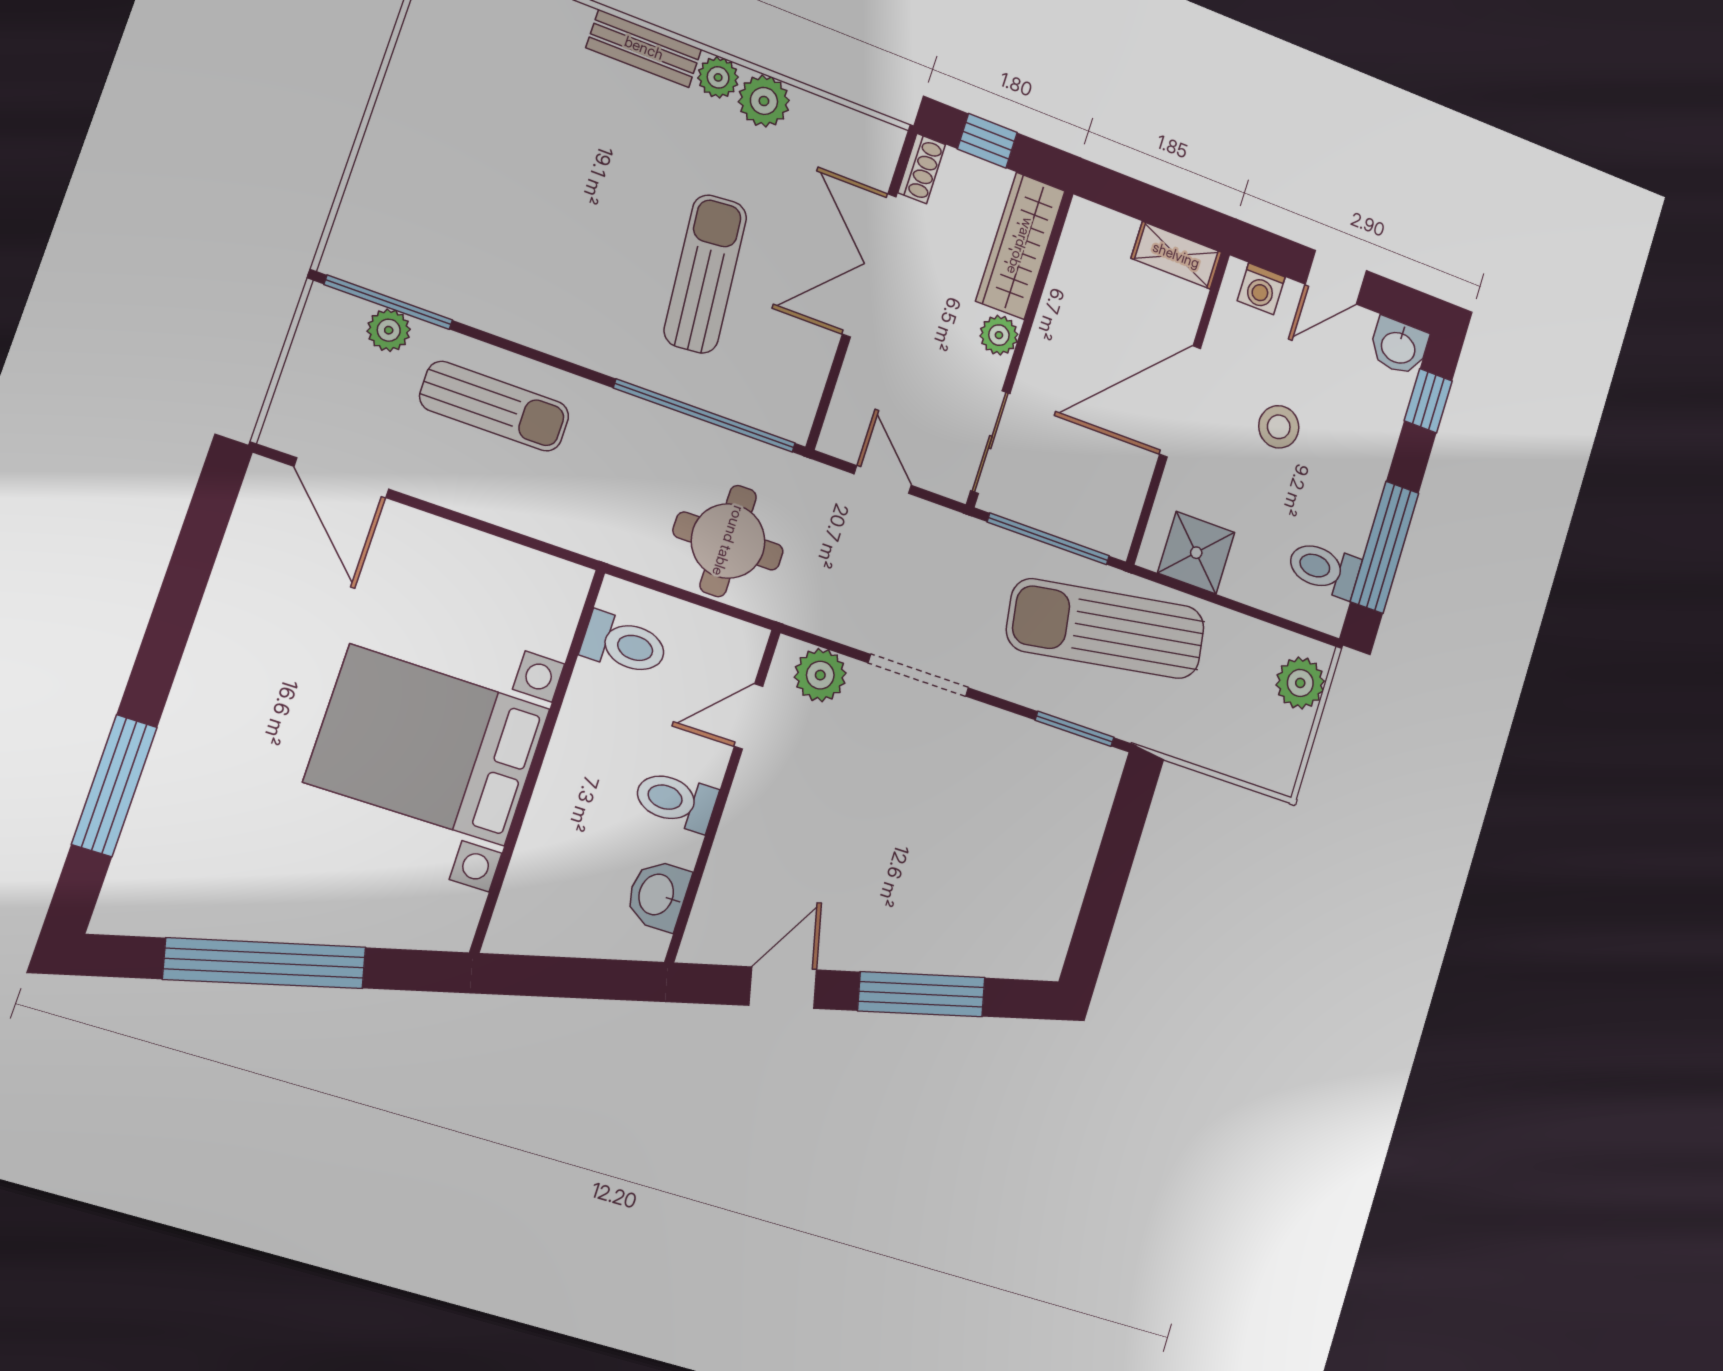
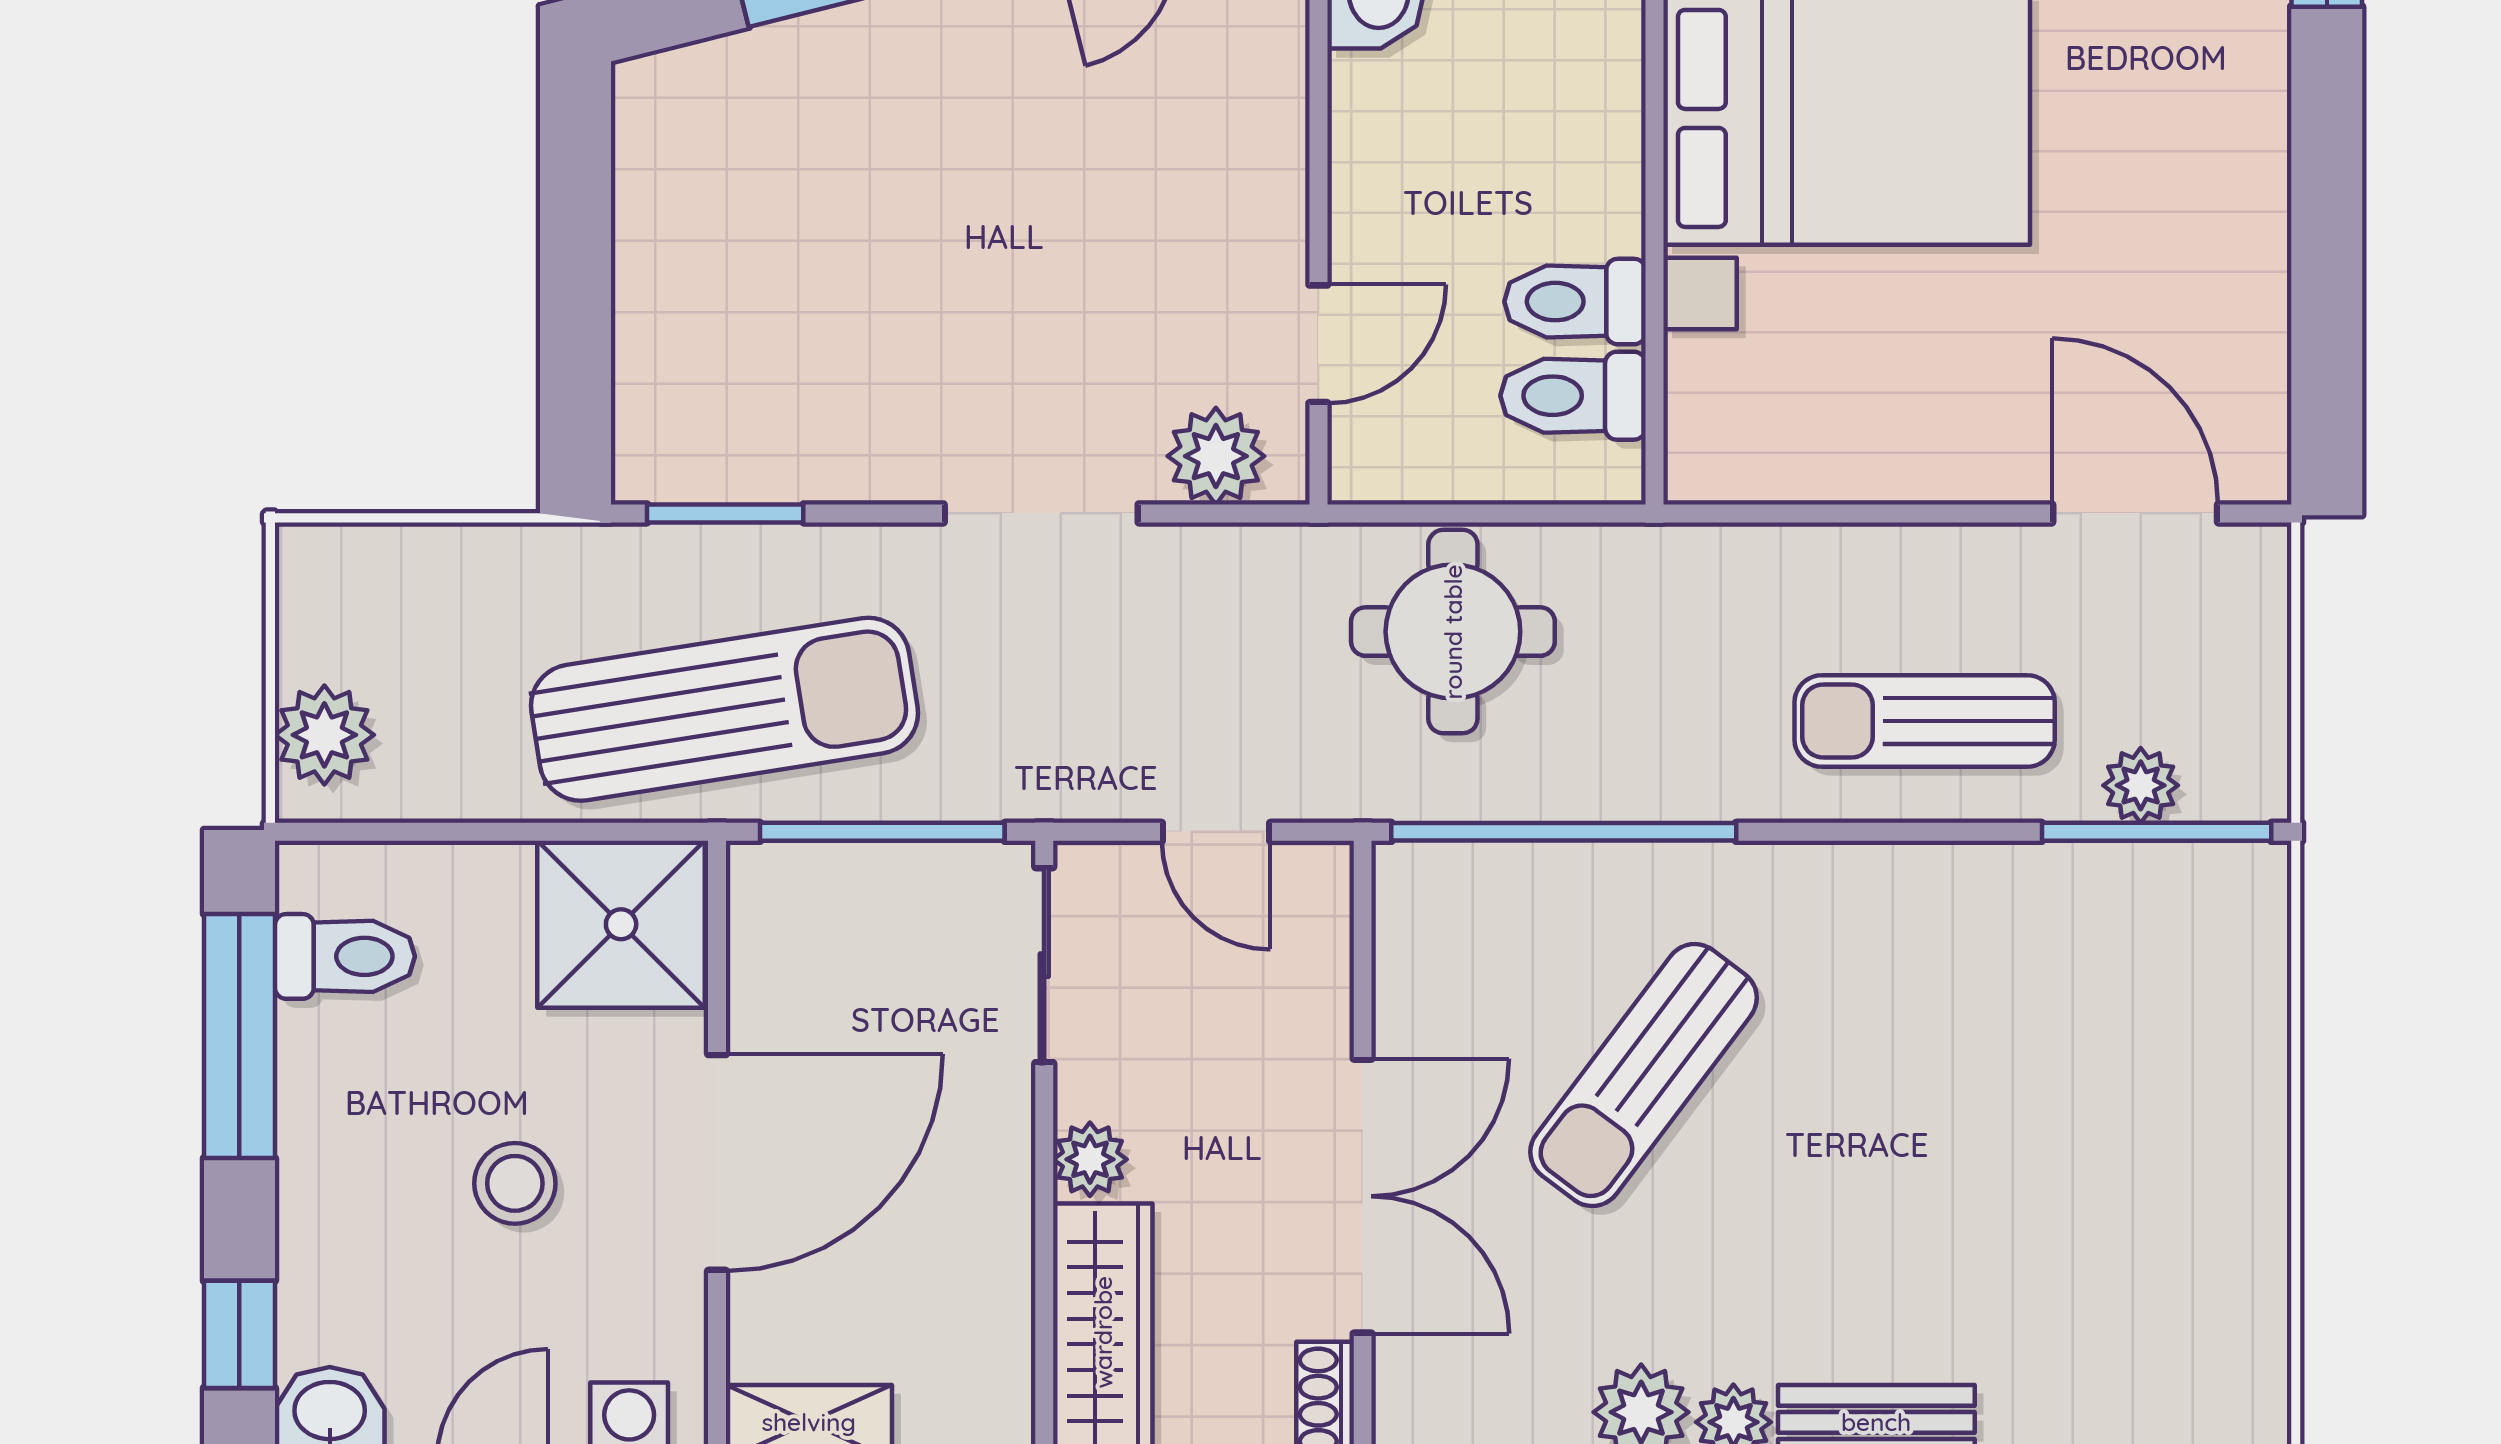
sun lounger: (705, 274) -> (1644, 1075), turned 42
shower: (1196, 553) -> (621, 924), width x1.36, depth x1.36
toilet: (675, 800) -> (1575, 302), moved, turned 180

